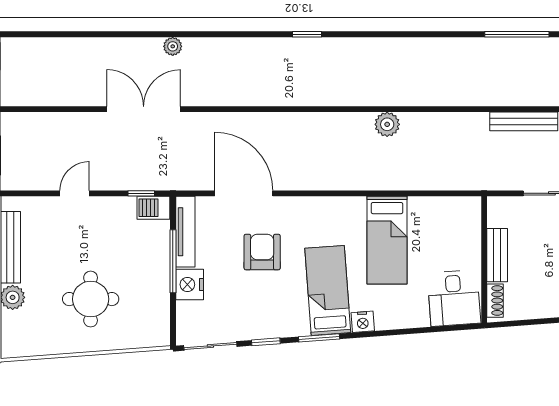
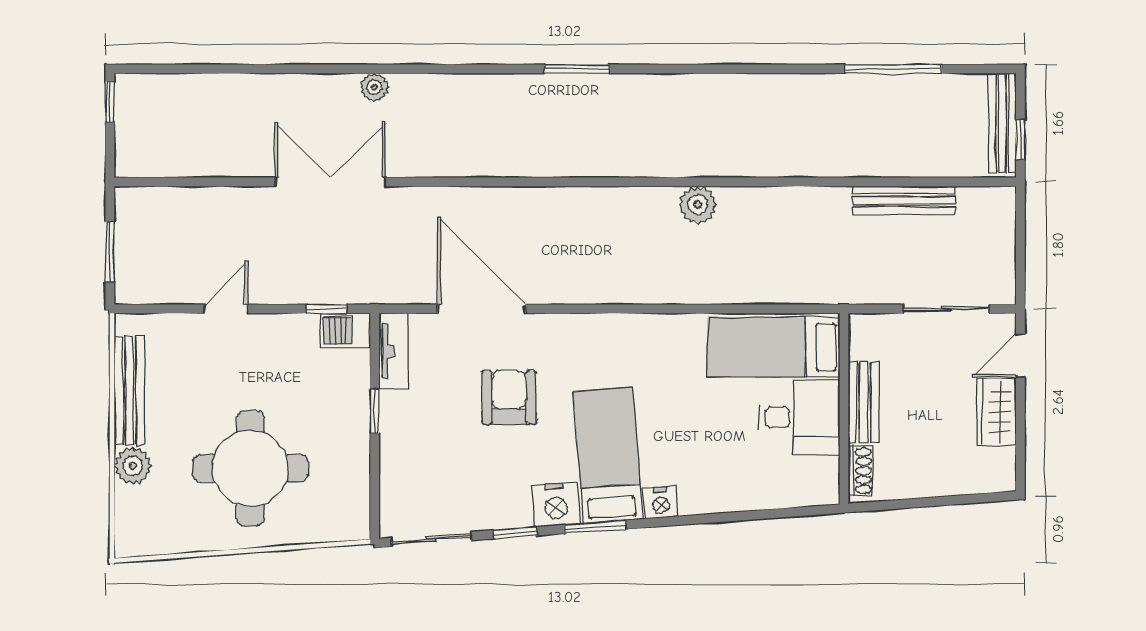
window: (307, 34) -> (577, 69), width x1.50
tv unit: (185, 232) -> (393, 351), width x0.71
bed: (387, 240) -> (773, 347), moved, turned 90
window: (173, 261) -> (375, 411), width x0.46
nightstand: (190, 284) -> (556, 505), moved, turned -94
desk: (454, 298) -> (799, 417), moved, turned -86
round table: (91, 299) -> (250, 468), width x1.36, depth x1.36

